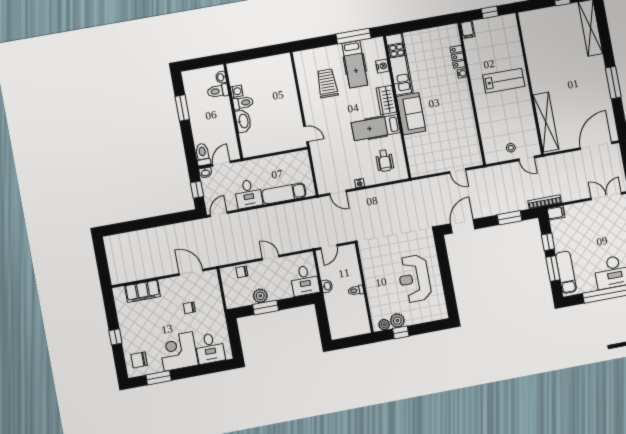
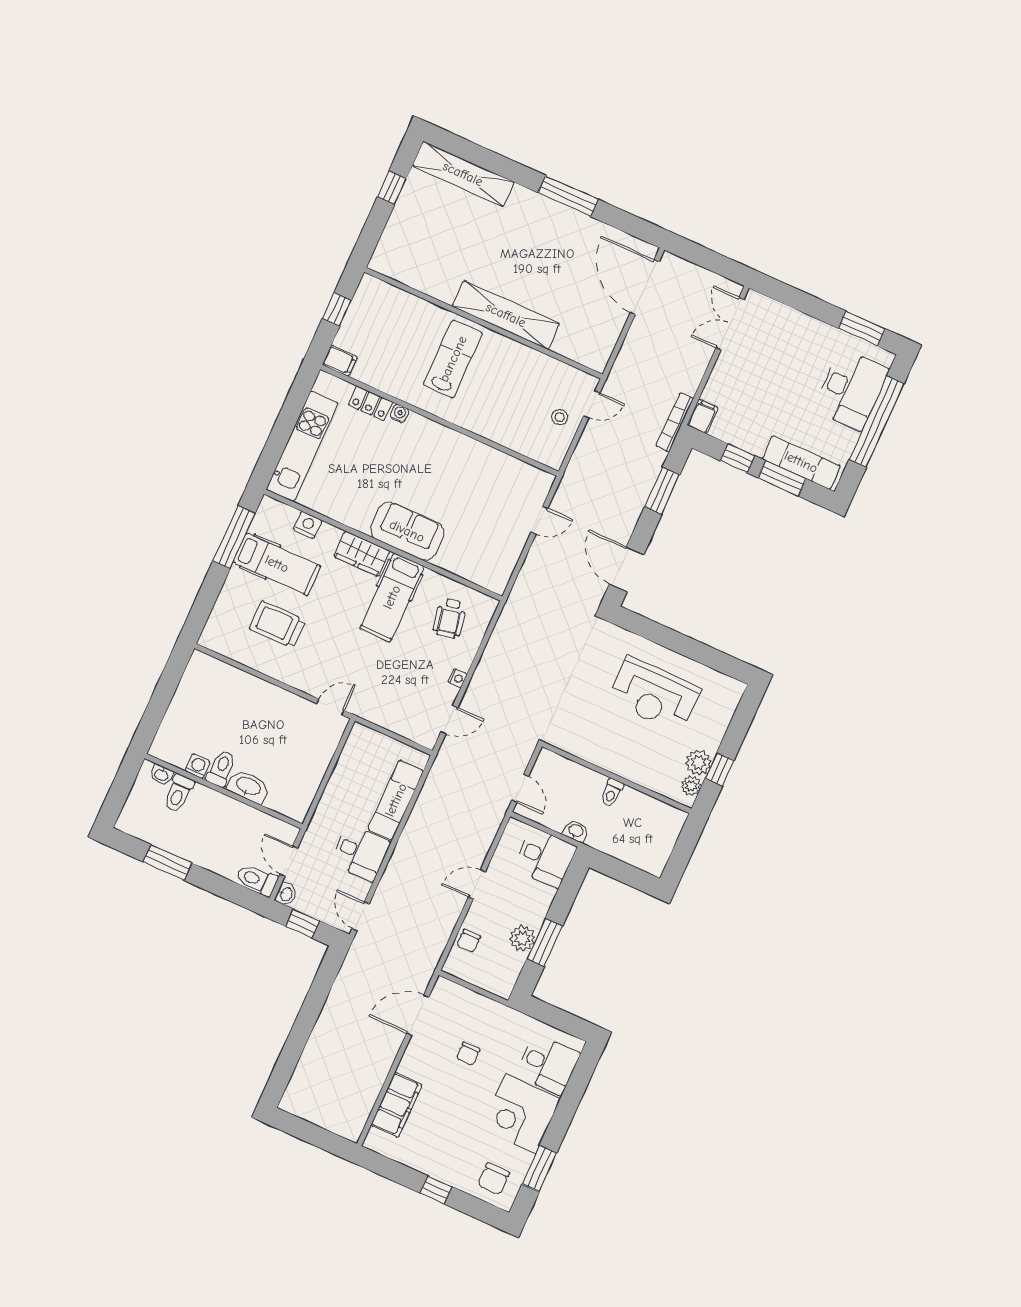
kitchen unit: (399, 64) -> (302, 446), moved, turned 90
shelving: (546, 122) -> (506, 315), moved
wheelchair: (385, 161) -> (450, 618), turned 79

